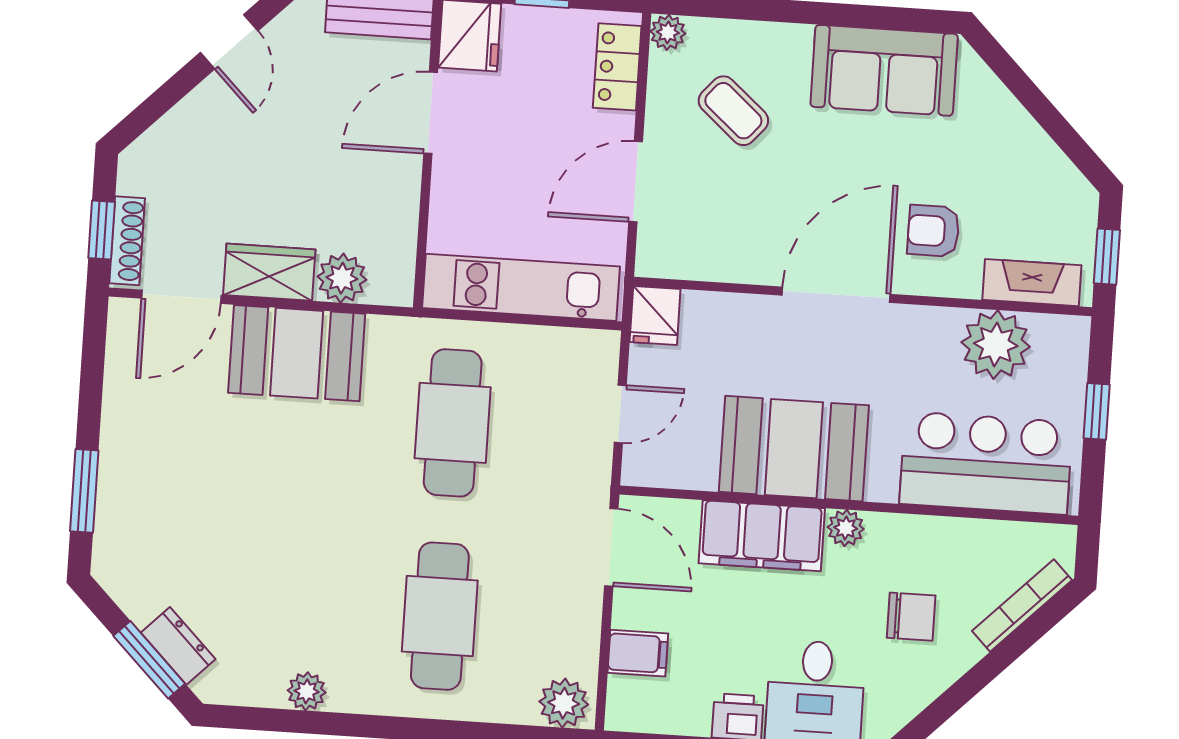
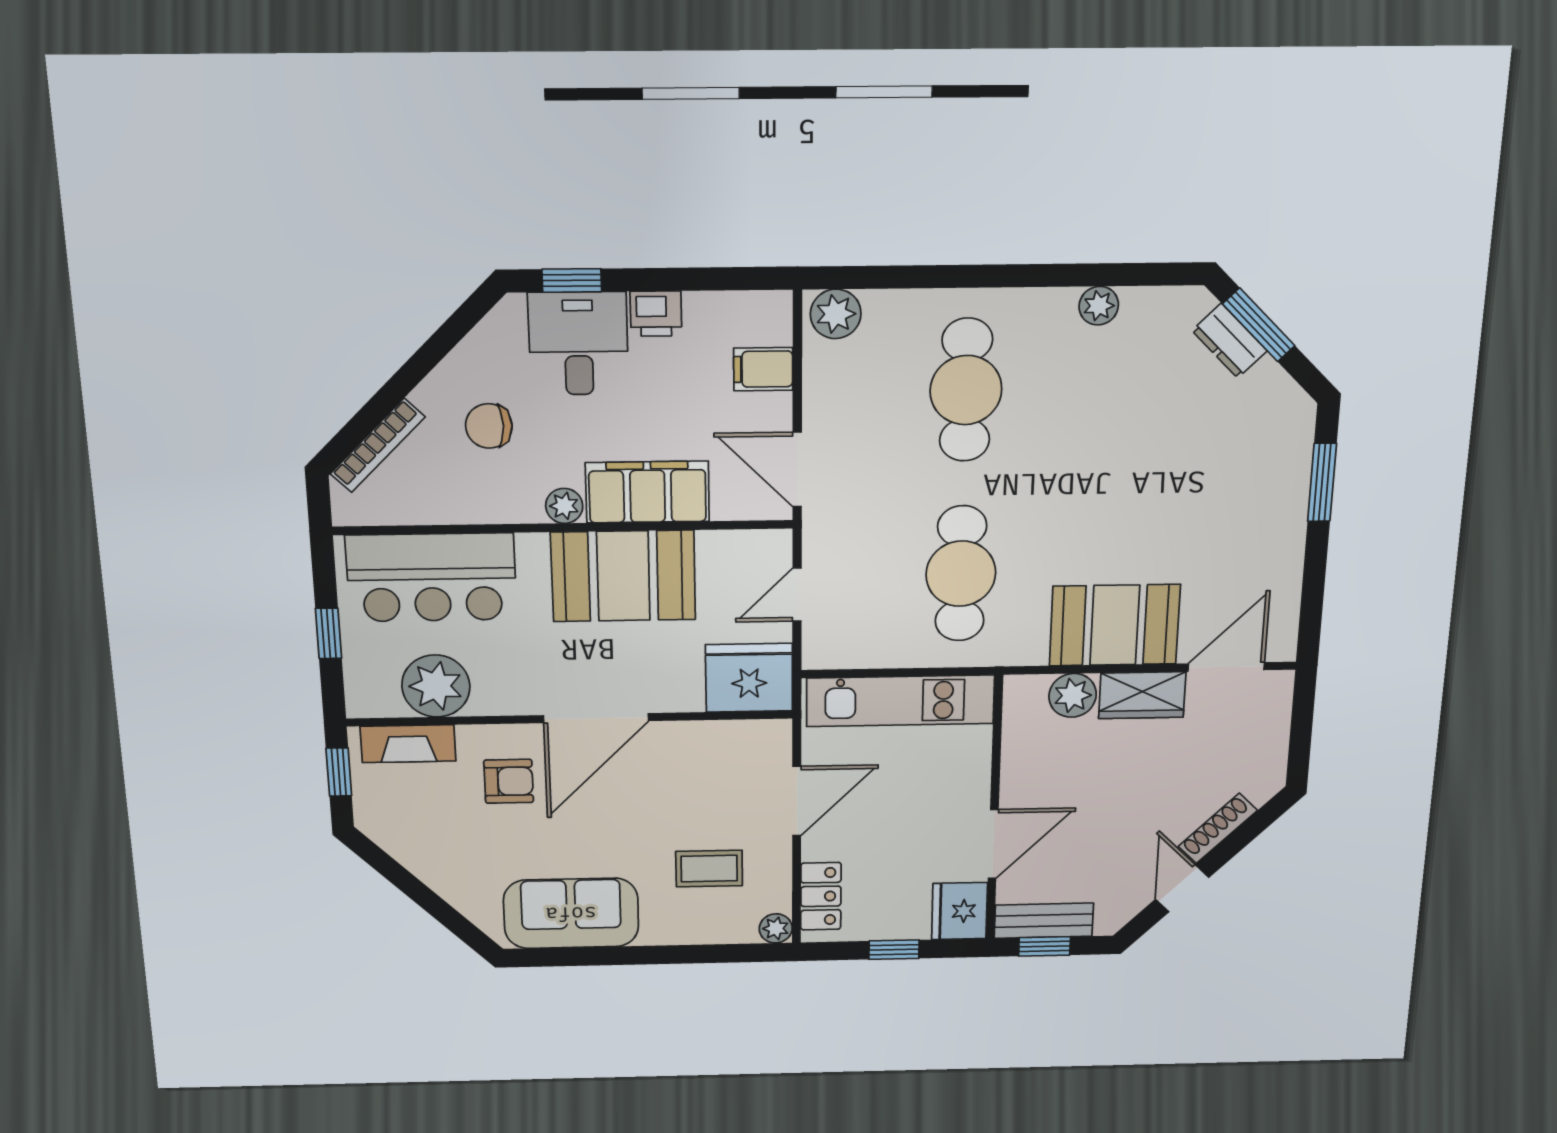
coffee table: (733, 111) -> (709, 869), turned -41
window: (102, 230) -> (1302, 719), removed
shoe rack: (127, 241) -> (1218, 828), moved, turned 45
fridge: (655, 316) -> (749, 678), width x1.88, depth x1.34

